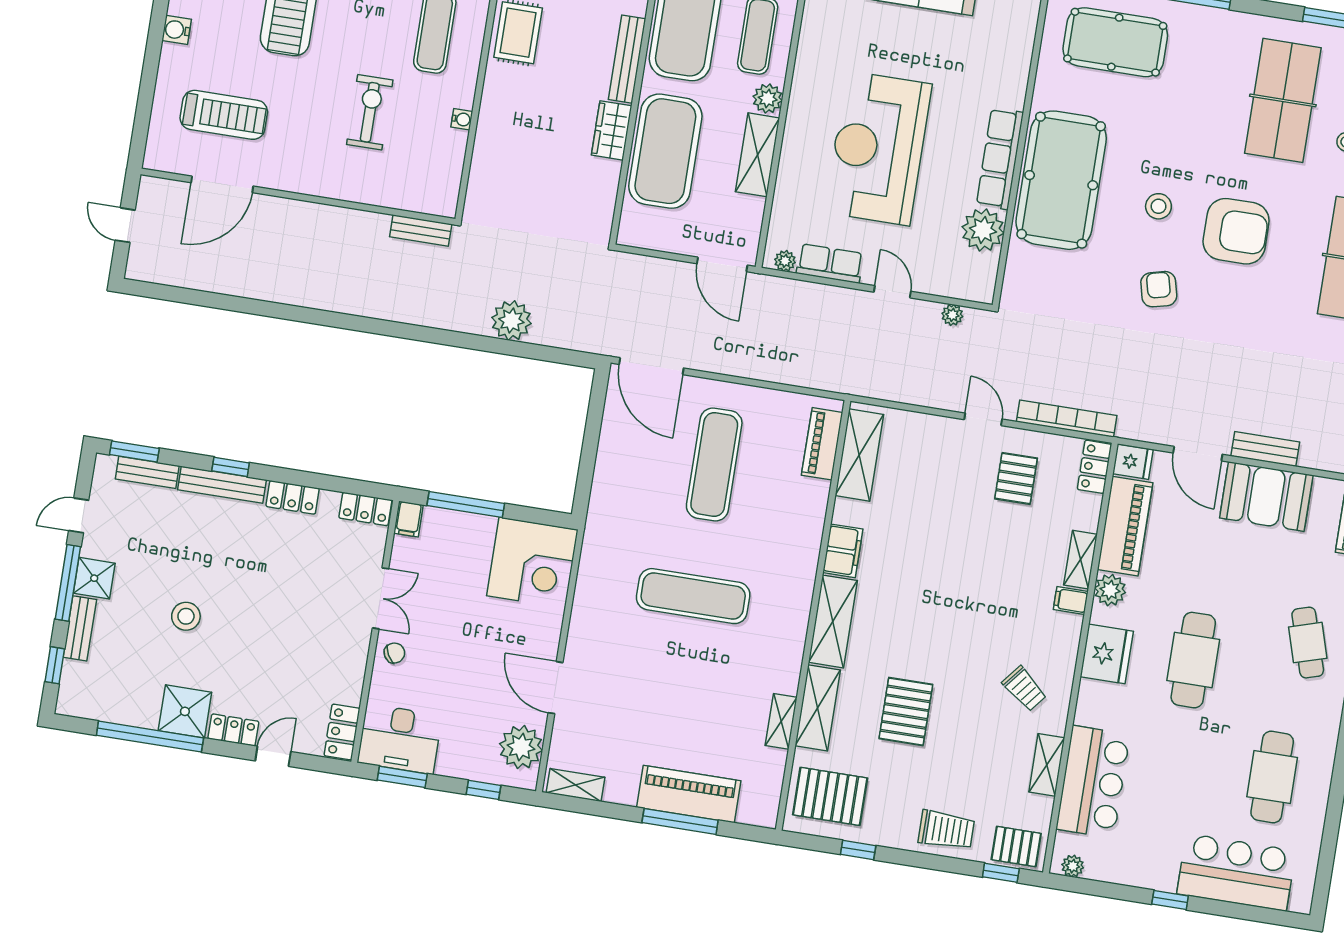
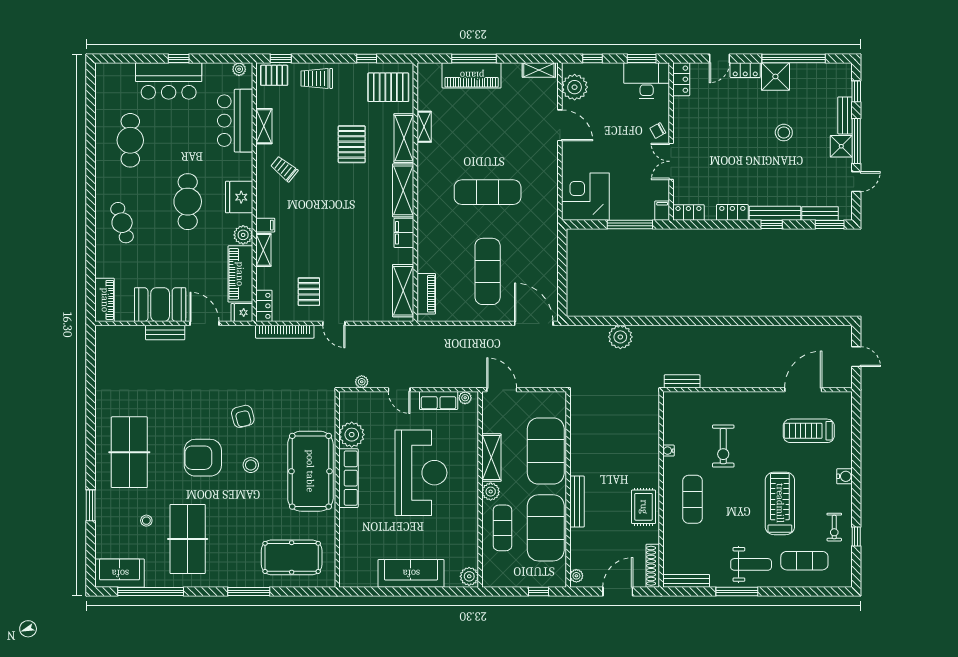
wardrobe: (612, 130) -> (579, 458), removed
bar counter: (1236, 872) -> (169, 81), moved

